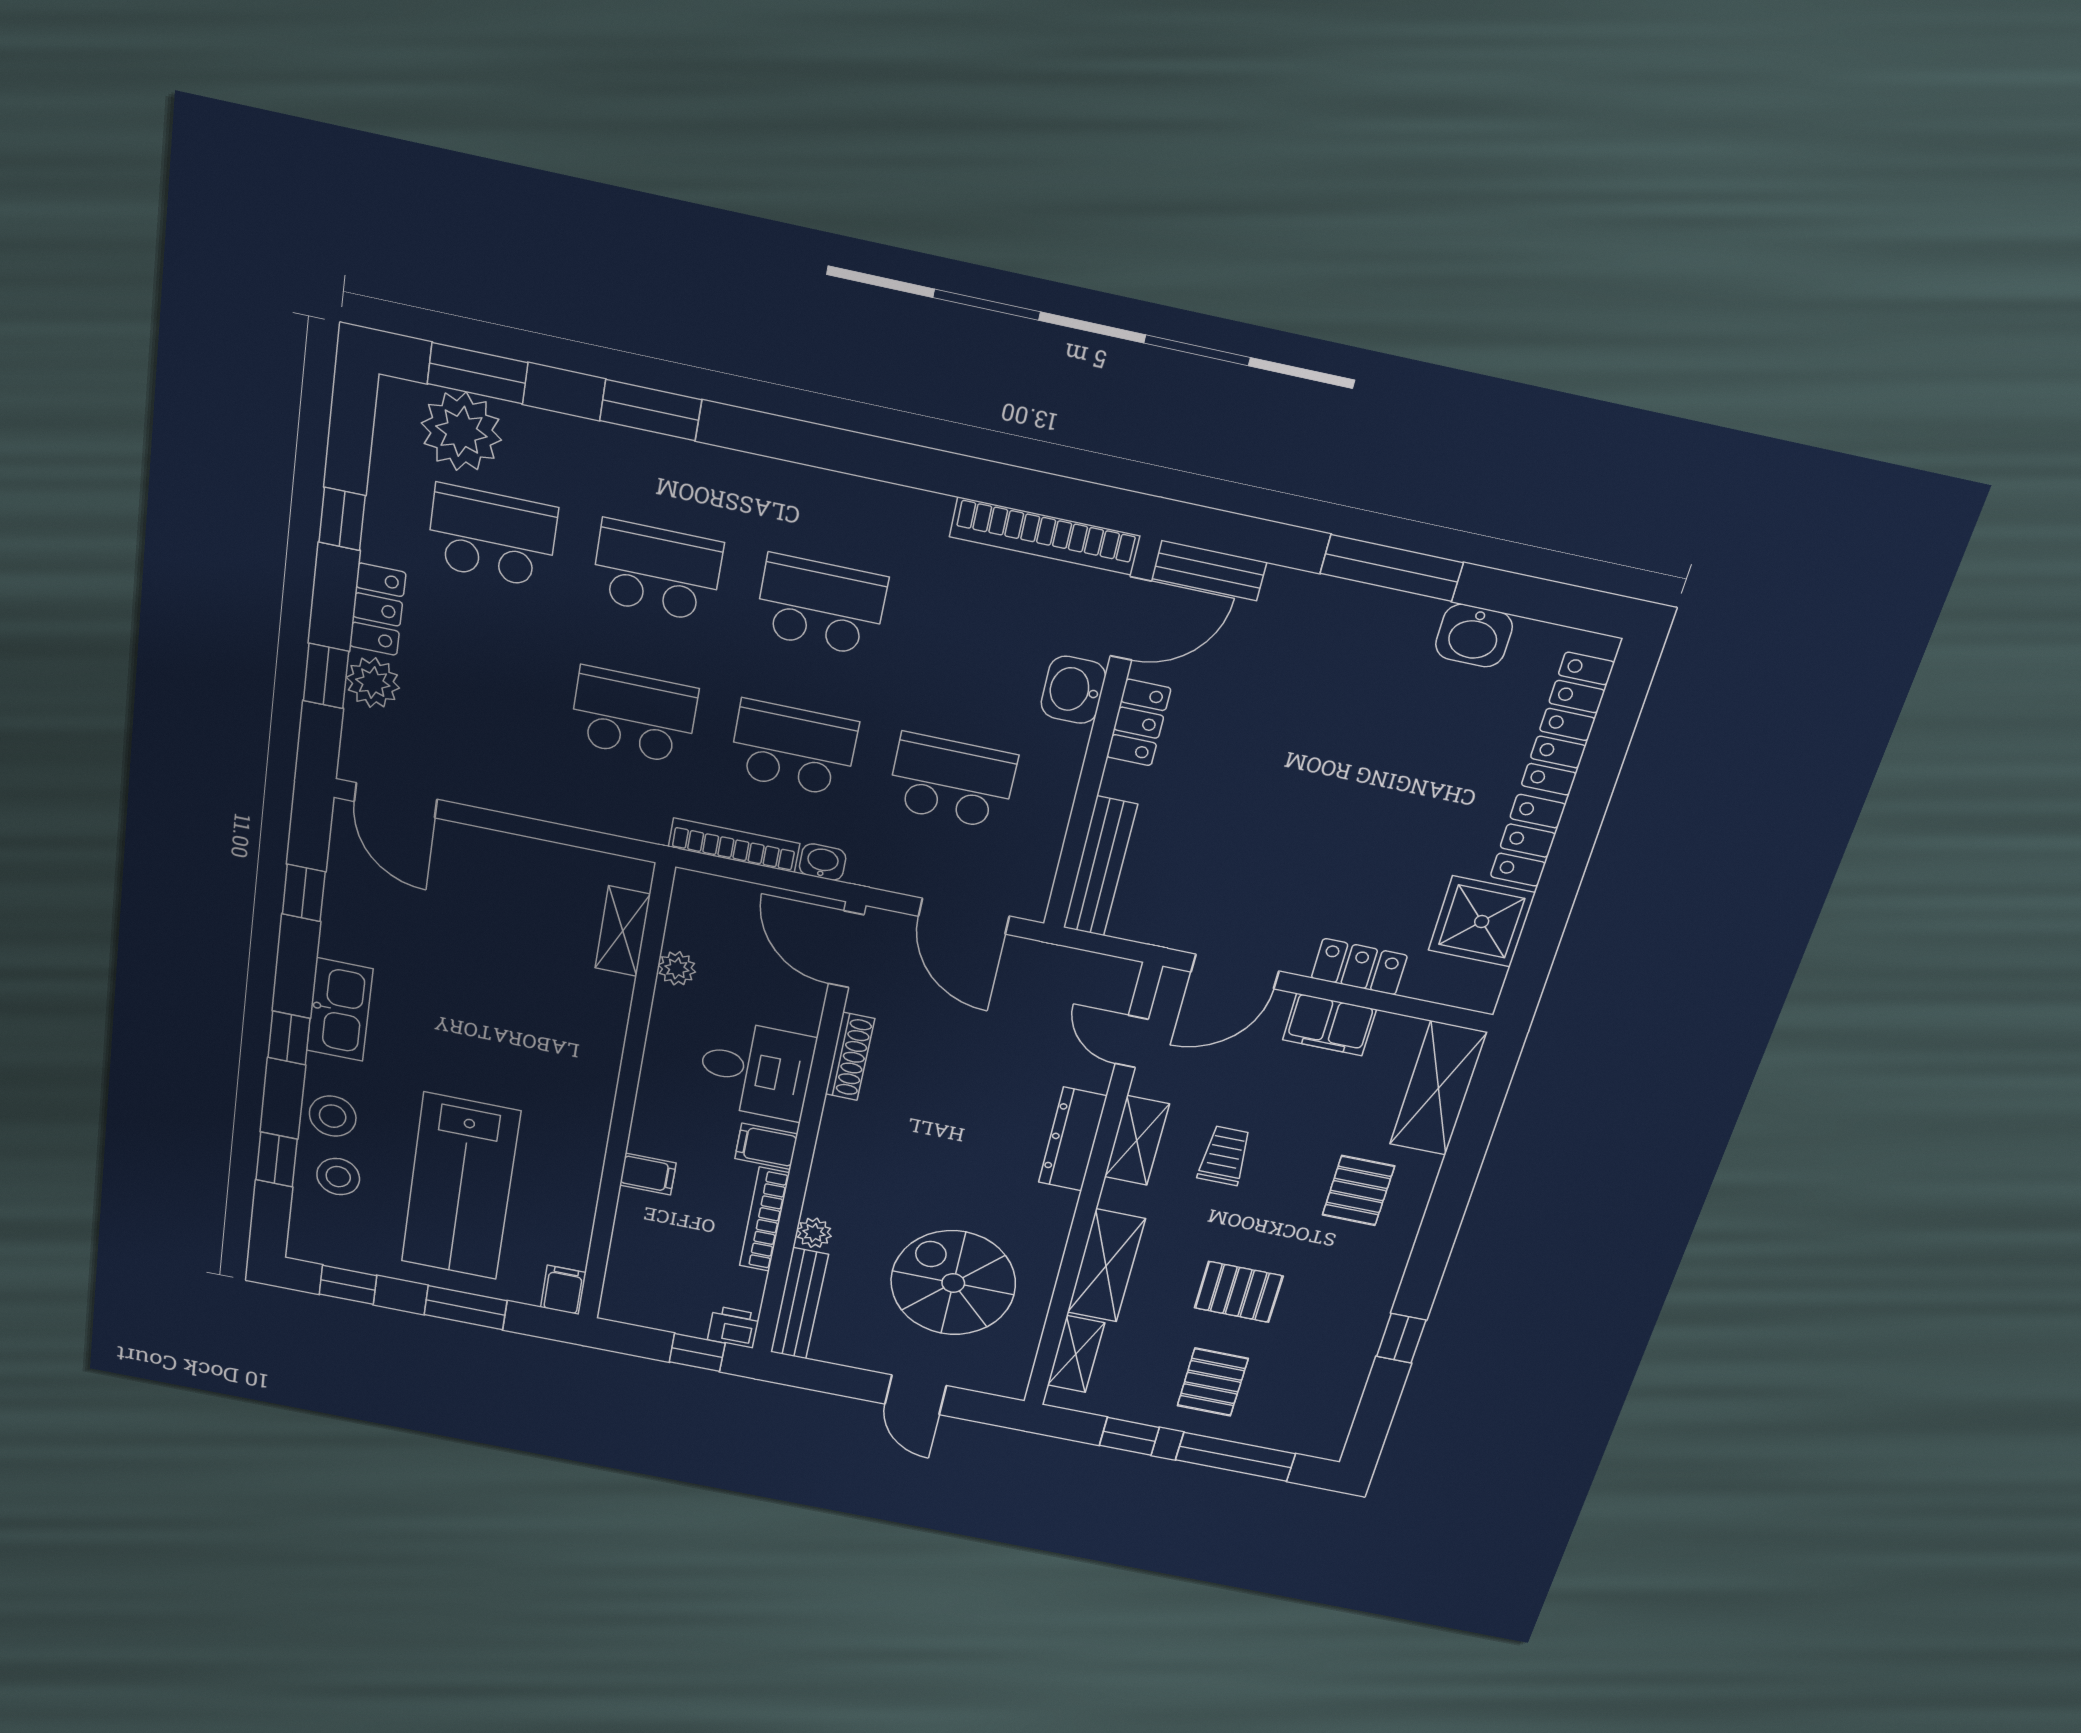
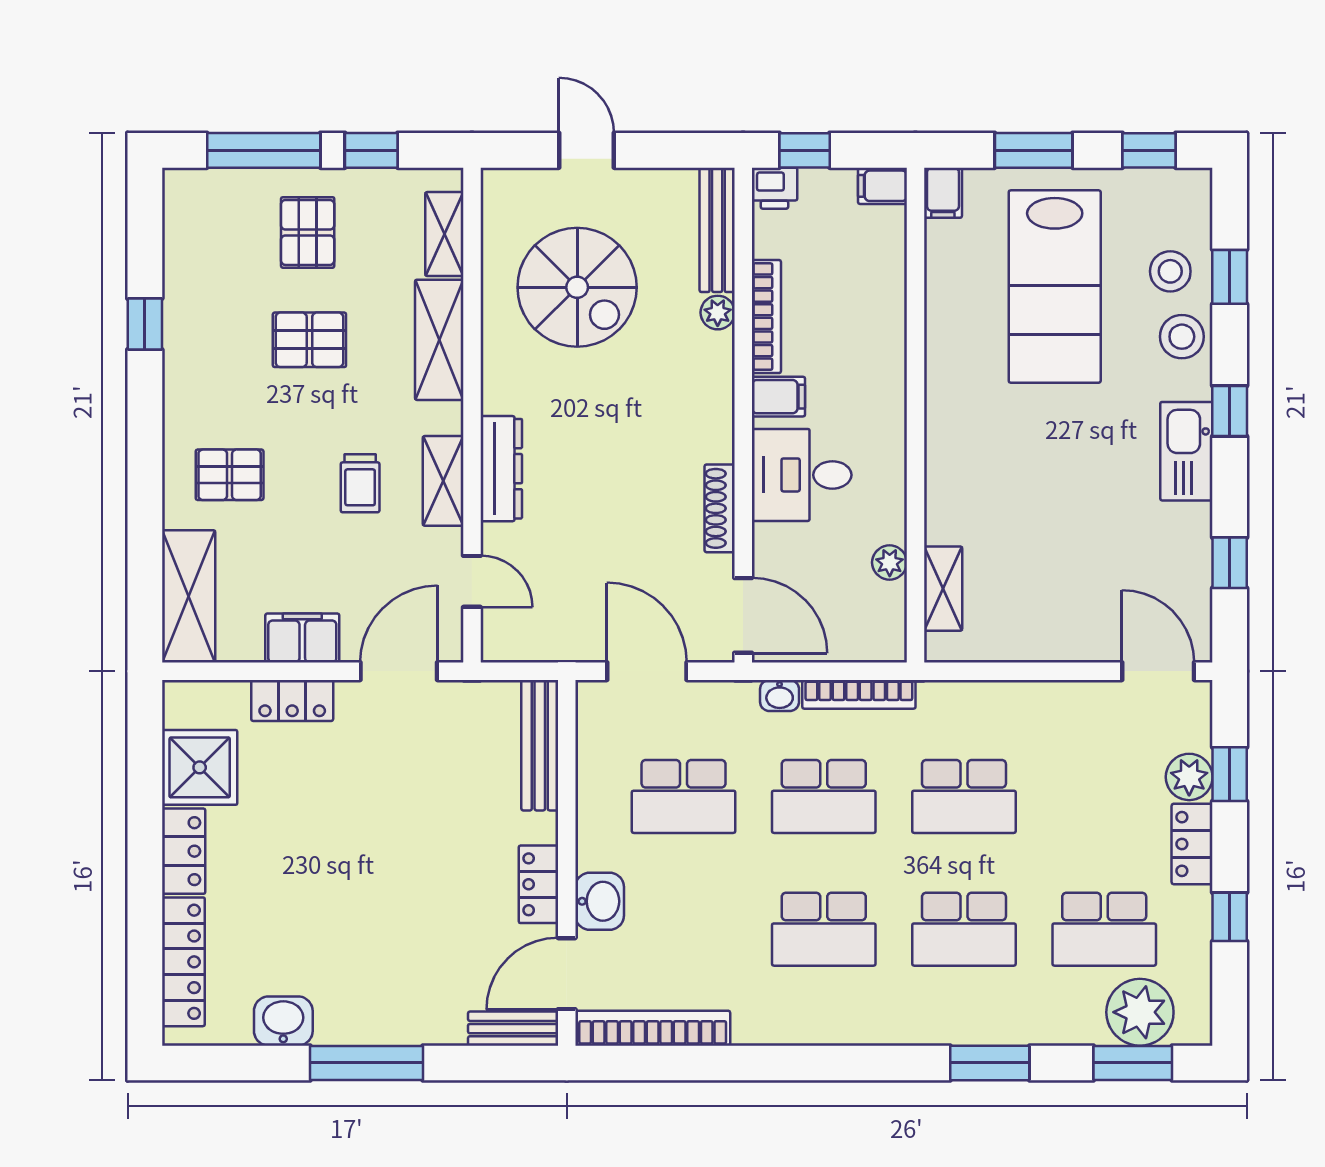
filing cabinet: (648, 1174) -> (882, 186), moved
lab bench: (460, 1187) -> (1055, 287), turned 180
pallet: (1358, 1191) -> (230, 475), turned 90

